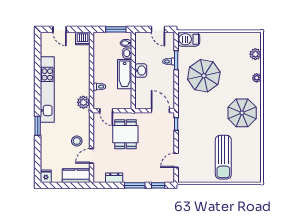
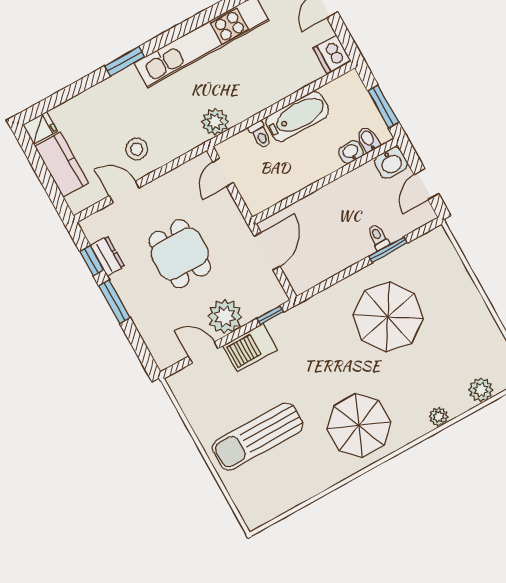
barbecue: (189, 39) -> (250, 348), moved, turned -90
washbasin: (141, 70) -> (391, 163), moved
bathtub: (125, 74) -> (297, 116), moved, turned 180
door: (160, 111) -> (267, 251), moved
dining table: (125, 134) -> (180, 254), moved, turned 90
plant: (166, 143) -> (225, 317), added
kitchen counter: (76, 176) -> (61, 165), moved
window: (158, 185) -> (92, 261), moved

